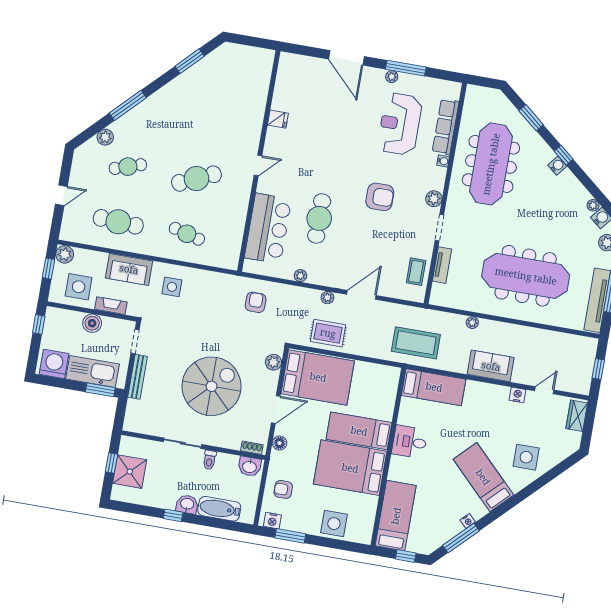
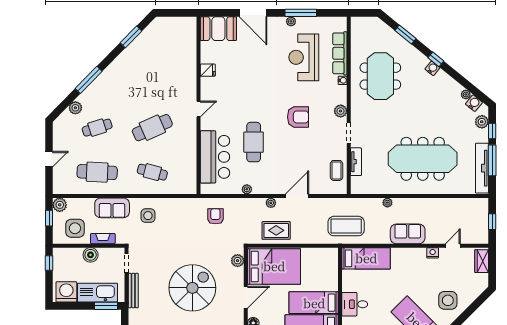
booth: (300, 70) -> (218, 29), added
meeting table: (491, 164) -> (380, 76), width x0.73

